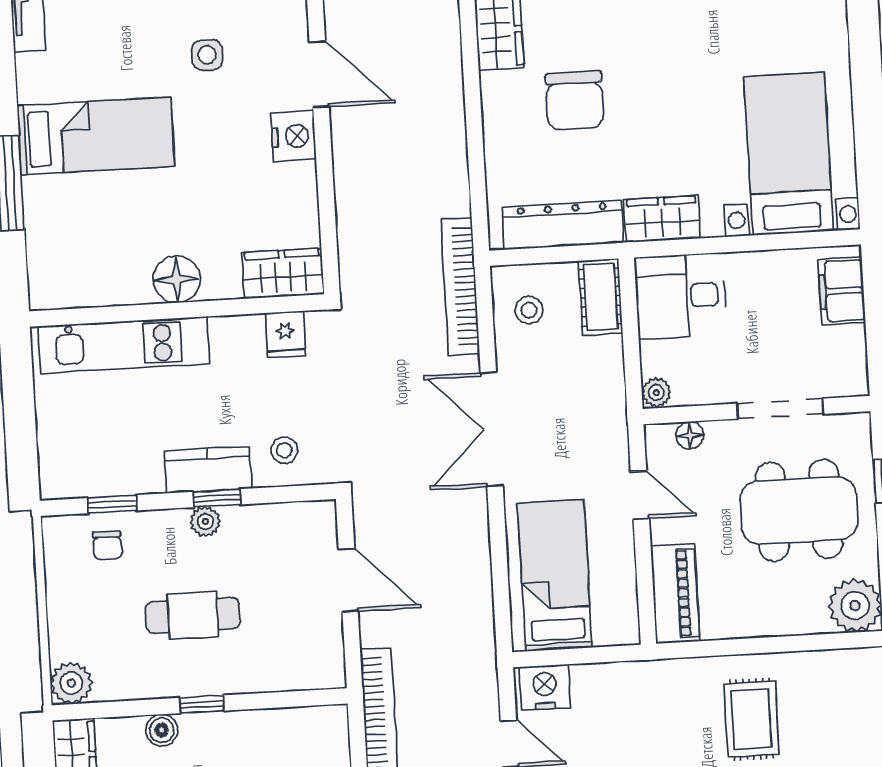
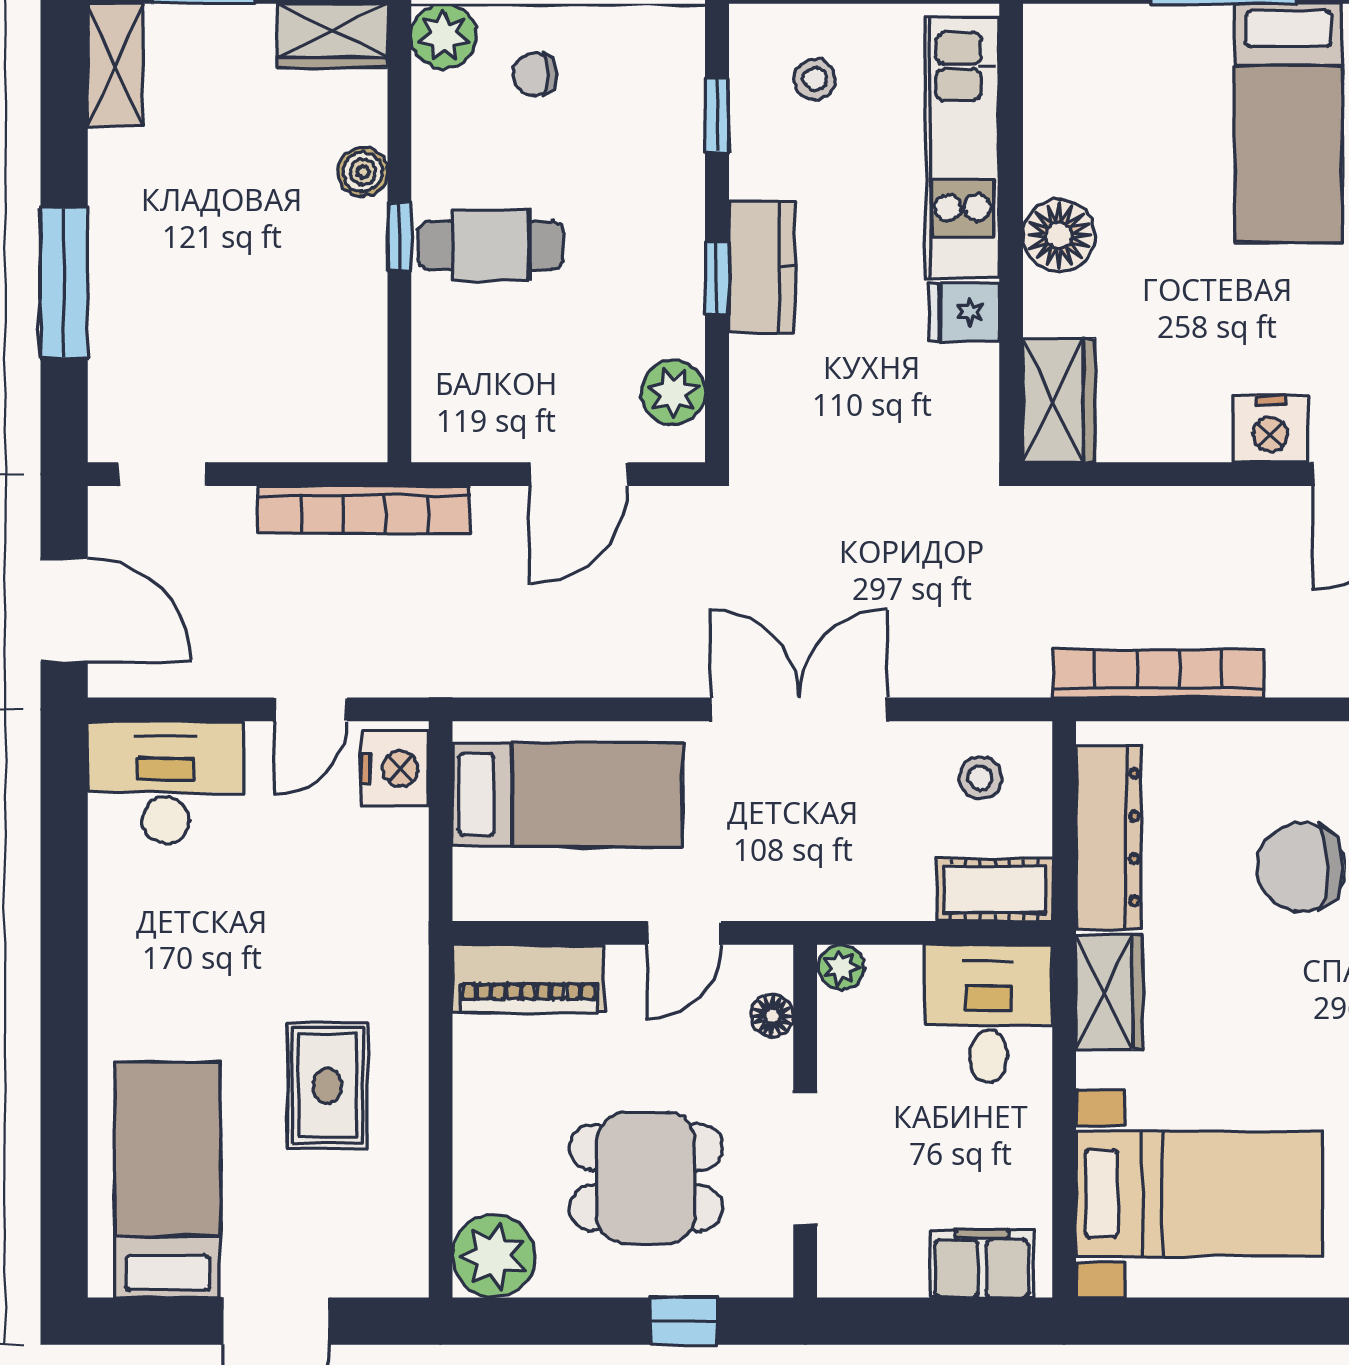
bookcase: (460, 287) -> (1158, 674), moved
fridge: (285, 334) -> (964, 312), moved
stool: (284, 450) -> (815, 79), moved
dining table: (799, 510) -> (646, 1178), width x0.73
plant: (205, 521) -> (673, 392), moved, width x1.38, depth x1.38
chair: (107, 546) -> (535, 74), moved
cafe table: (193, 615) -> (491, 245), moved, turned 90
rug: (751, 719) -> (327, 1086), turned 90

